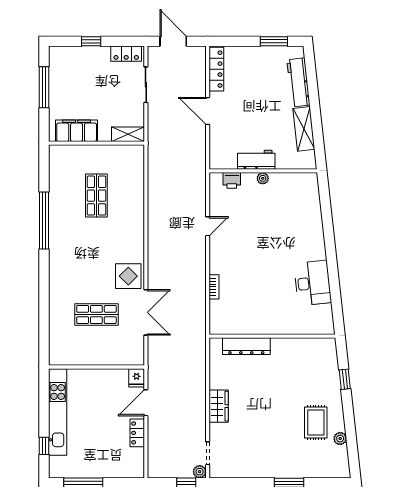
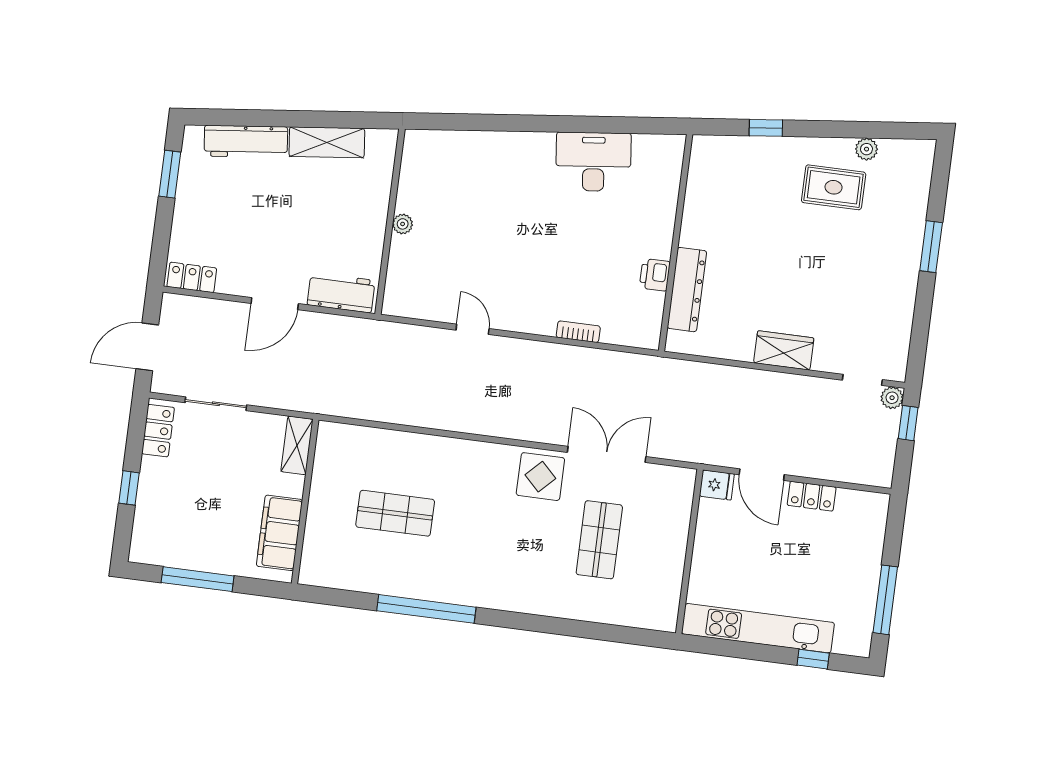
locker: (216, 69) -> (192, 277), width x0.66
workbench: (256, 160) -> (341, 293), moved, turned 90
printer: (232, 180) -> (655, 275), moved, turned 180

